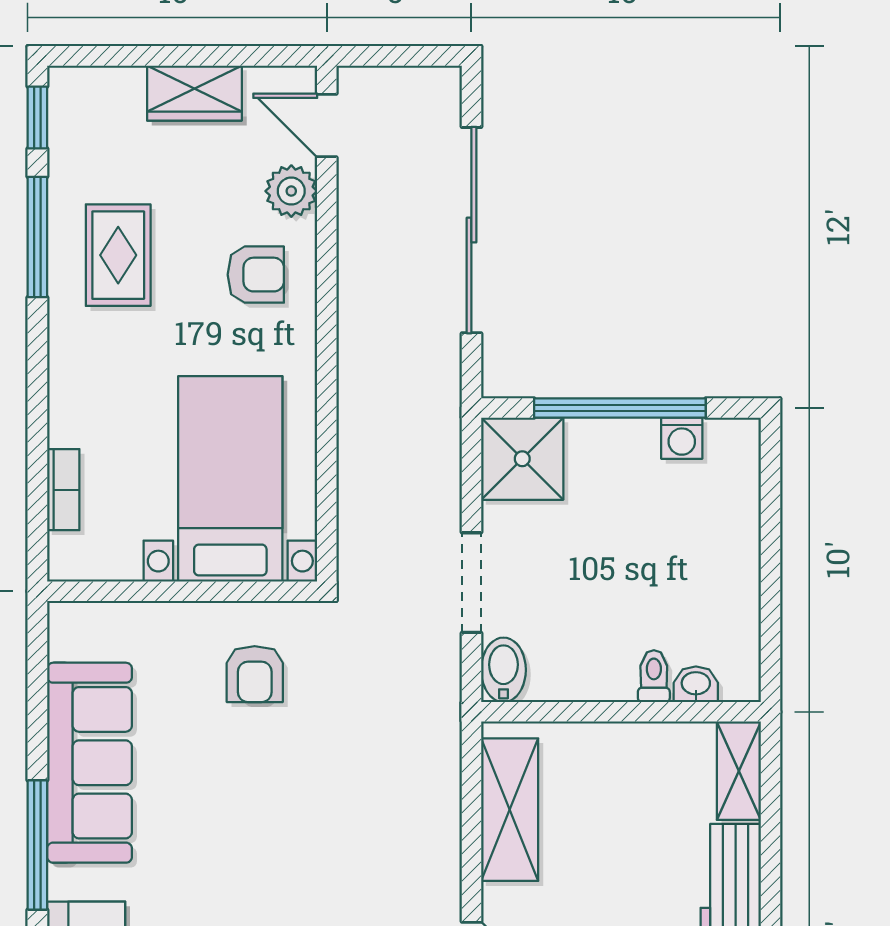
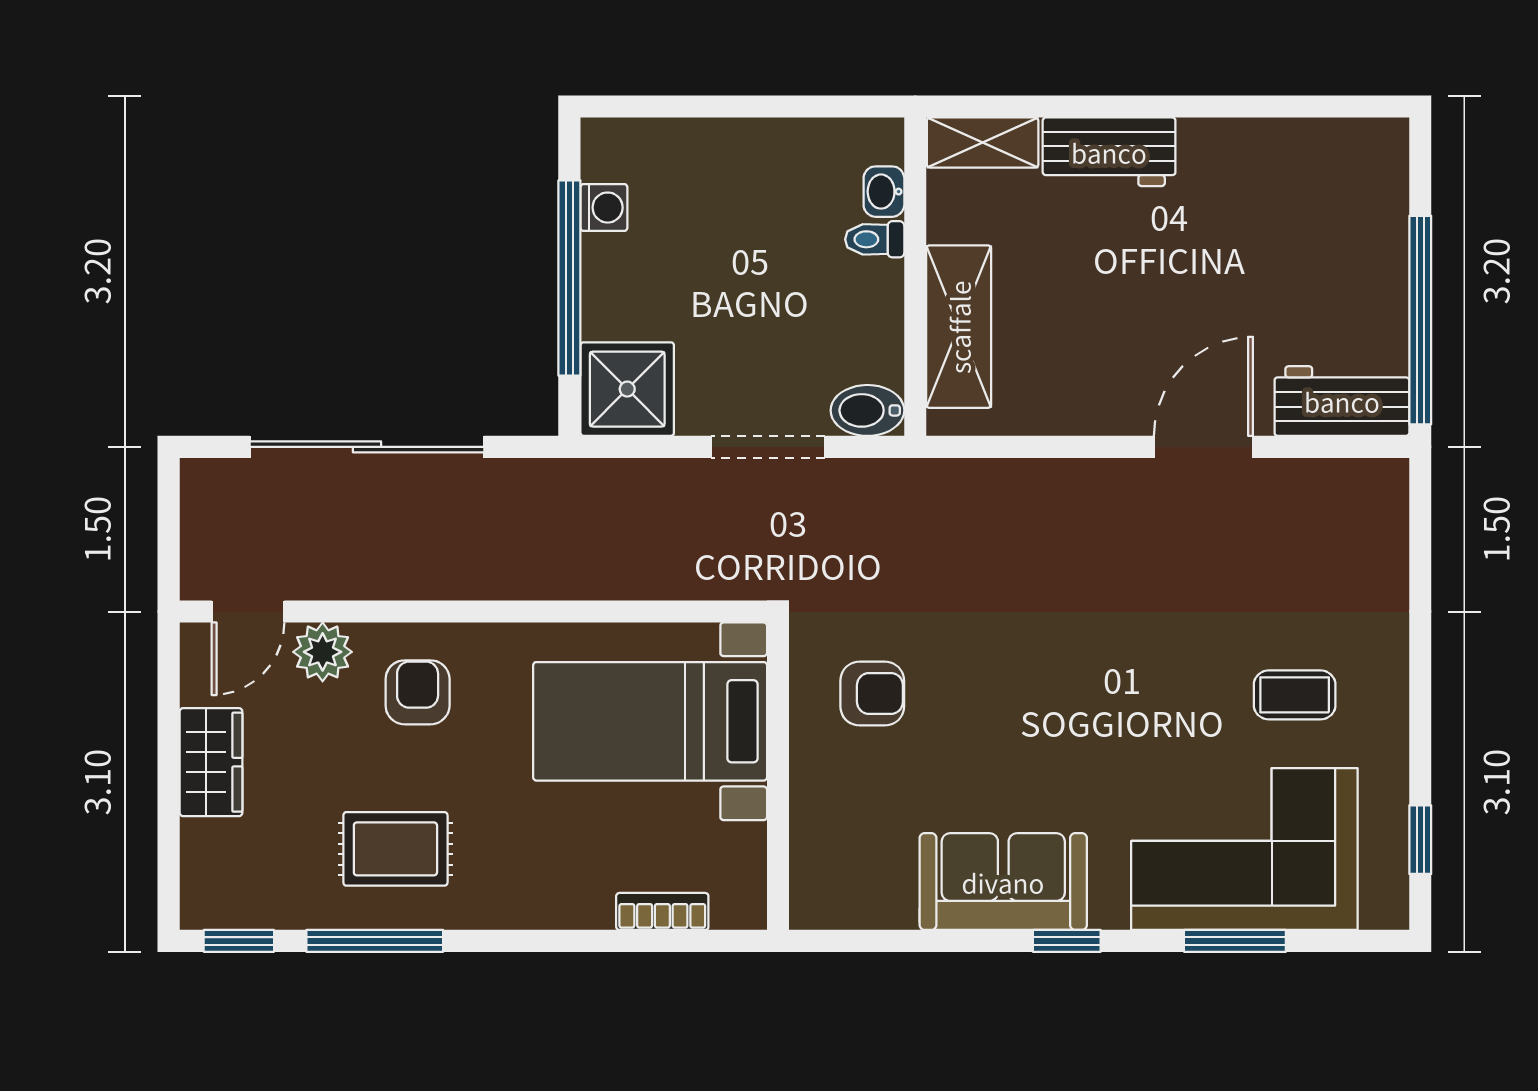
sofa: (90, 763) -> (1003, 882), width x0.73
shelving: (510, 810) -> (959, 327), moved, turned 90
window: (37, 845) -> (1067, 941), width x0.46

